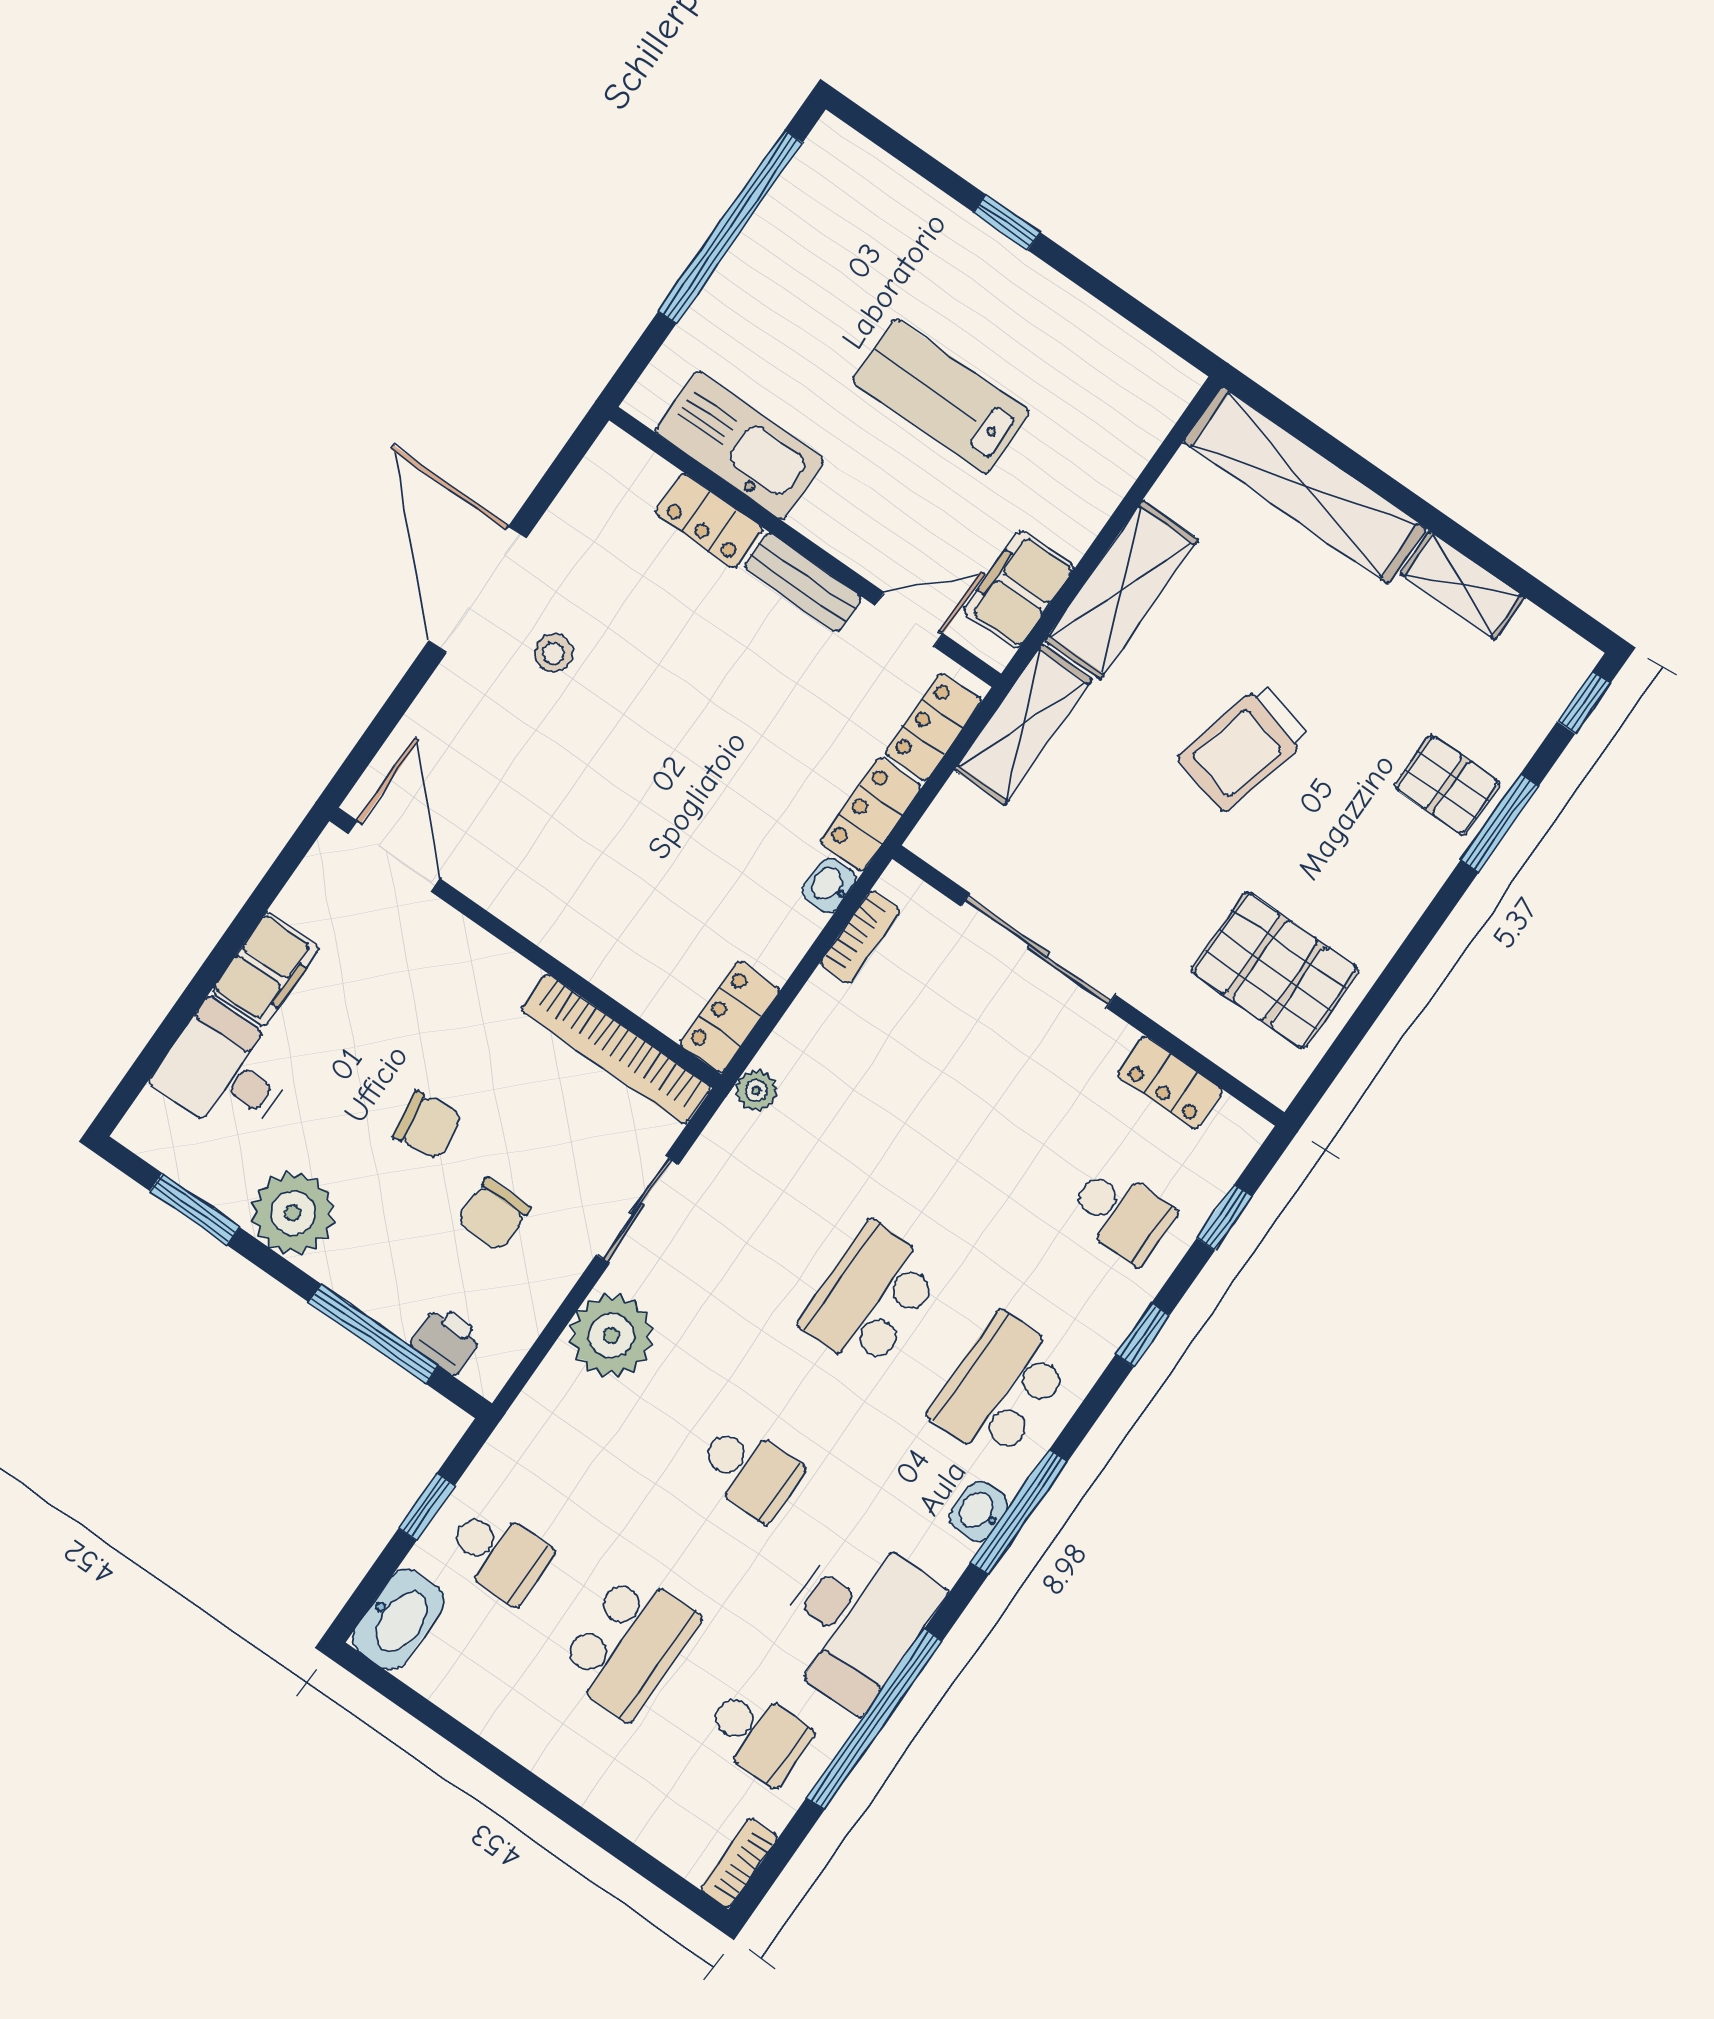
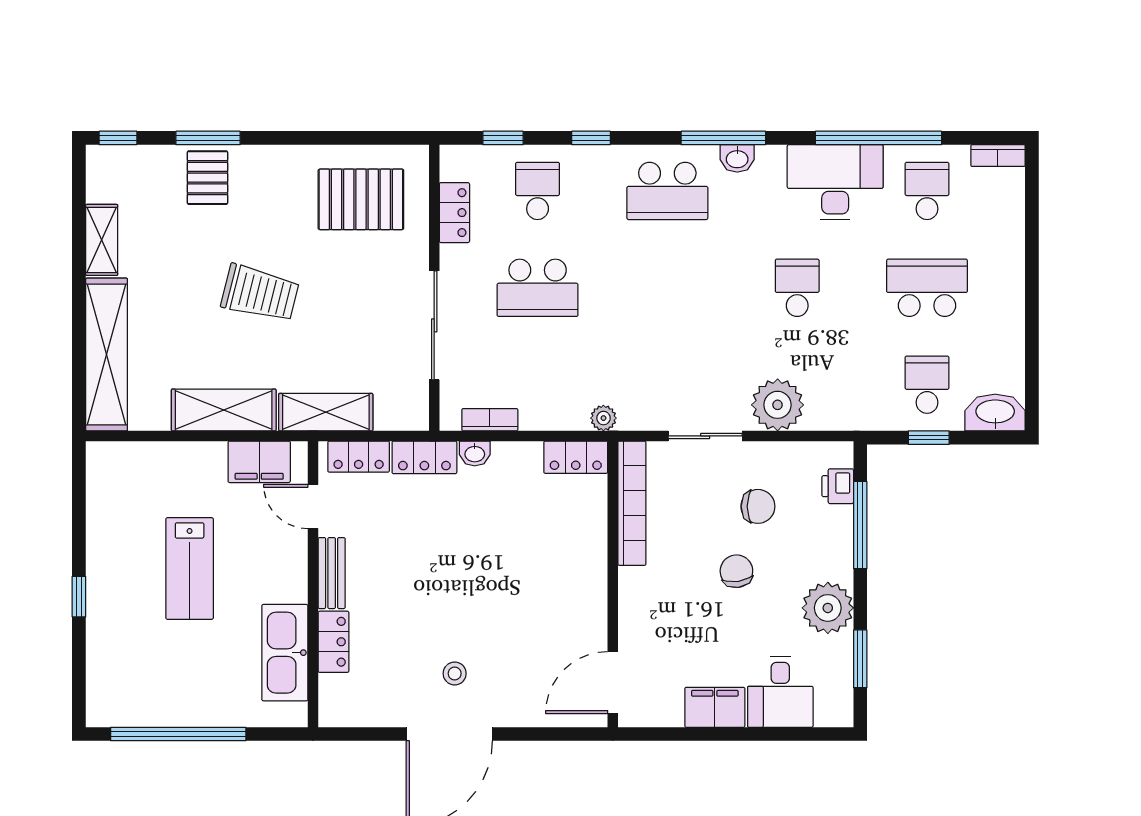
pallet: (1275, 970) -> (361, 199), turned 90
school desk: (871, 1297) -> (538, 288), moved

